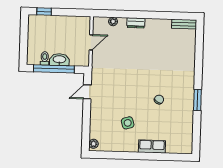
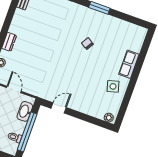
washbasin: (59, 60) -> (25, 111), moved
door: (87, 92) -> (59, 108), swing flipped
side table: (128, 123) -> (113, 86), moved

